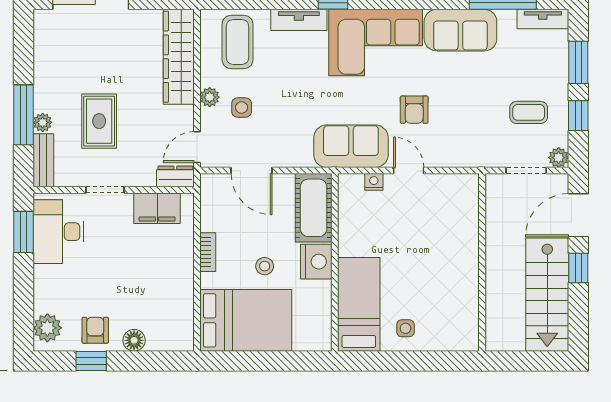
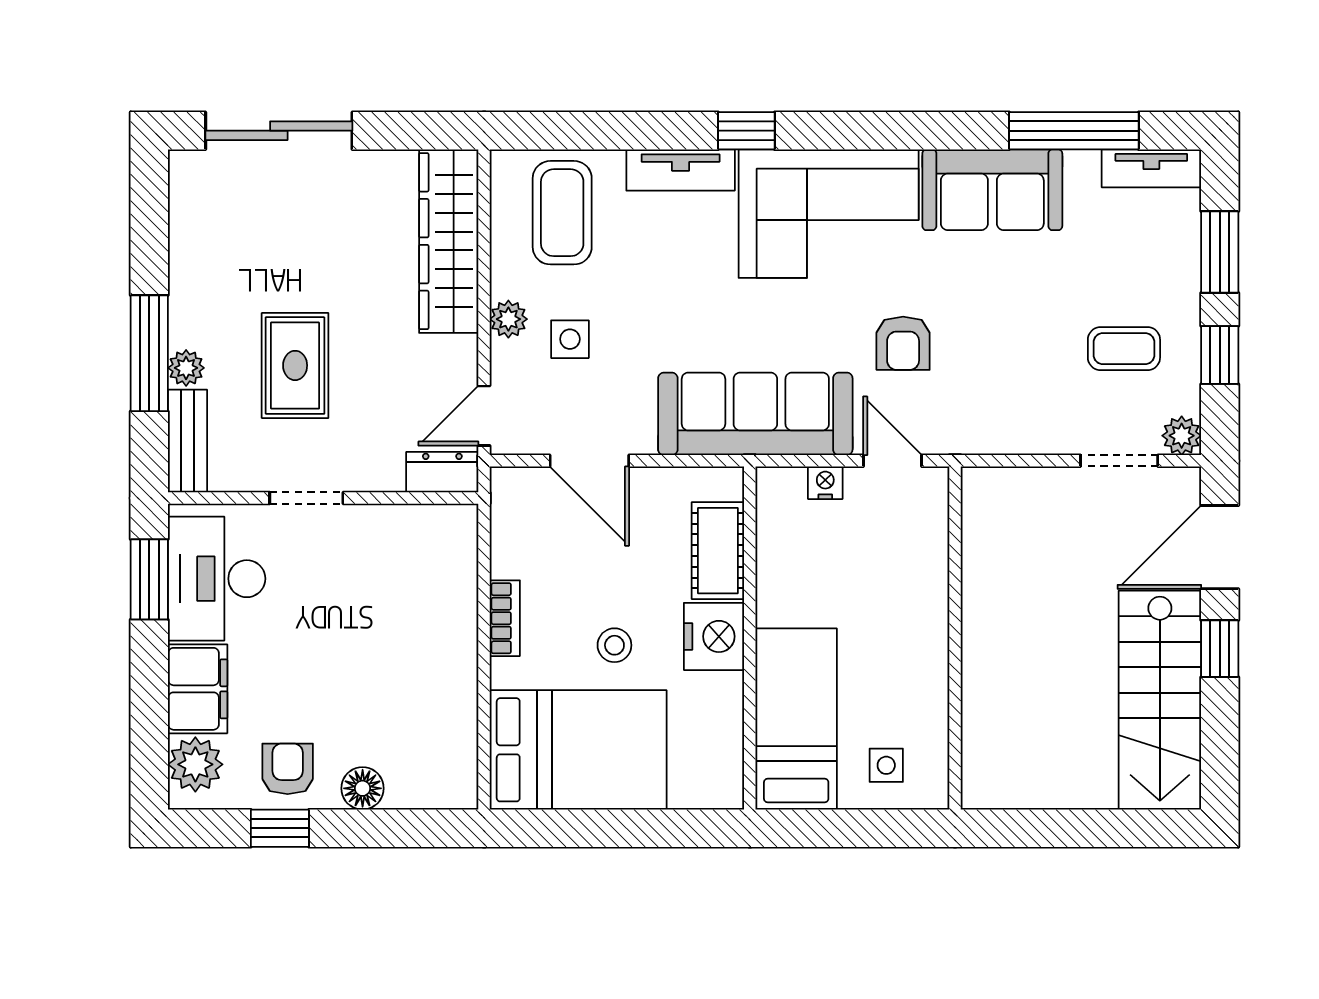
sofa: (351, 146) -> (755, 414), width x1.36
filing cabinet: (157, 208) -> (198, 689), moved, turned -90
cot: (314, 208) -> (718, 551), width x0.73, depth x0.75
wall: (482, 262) -> (955, 638), moved

